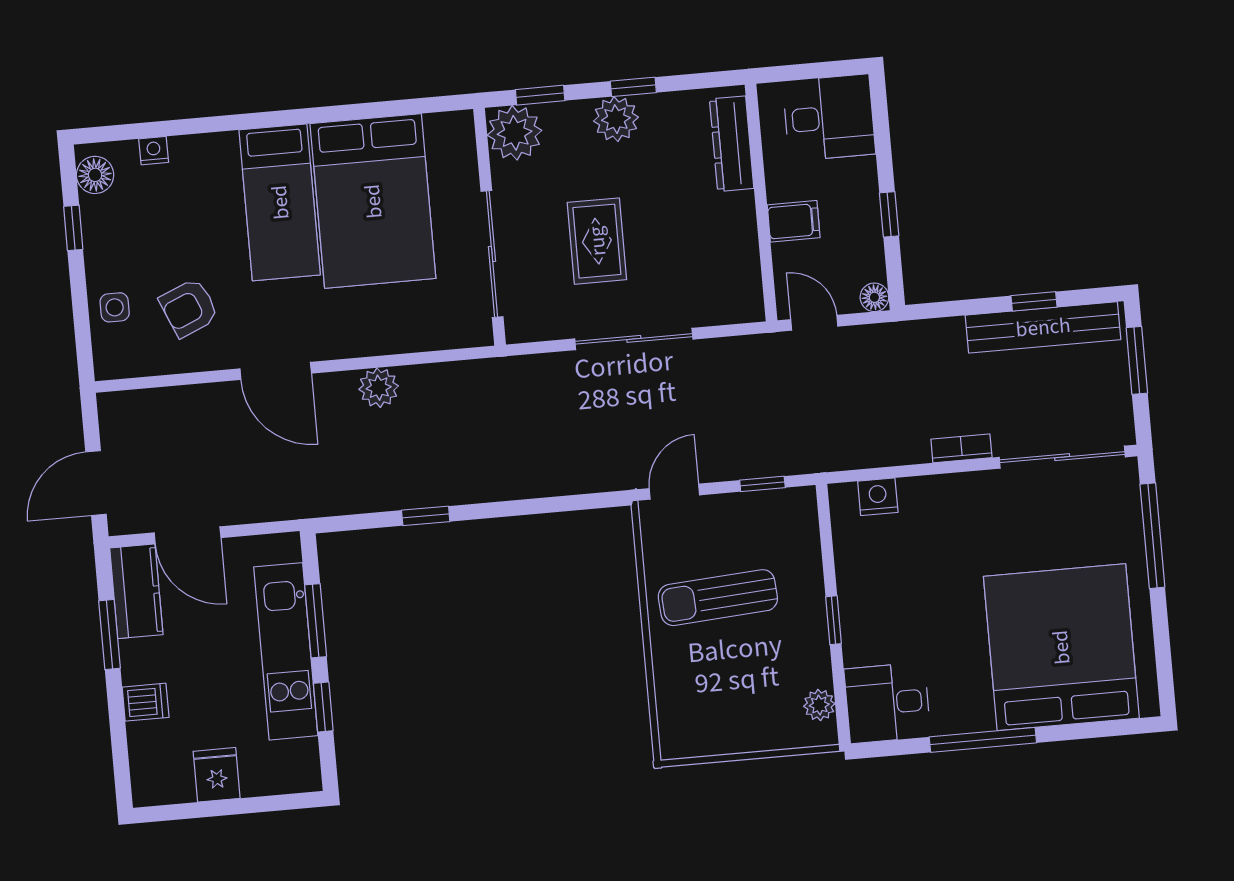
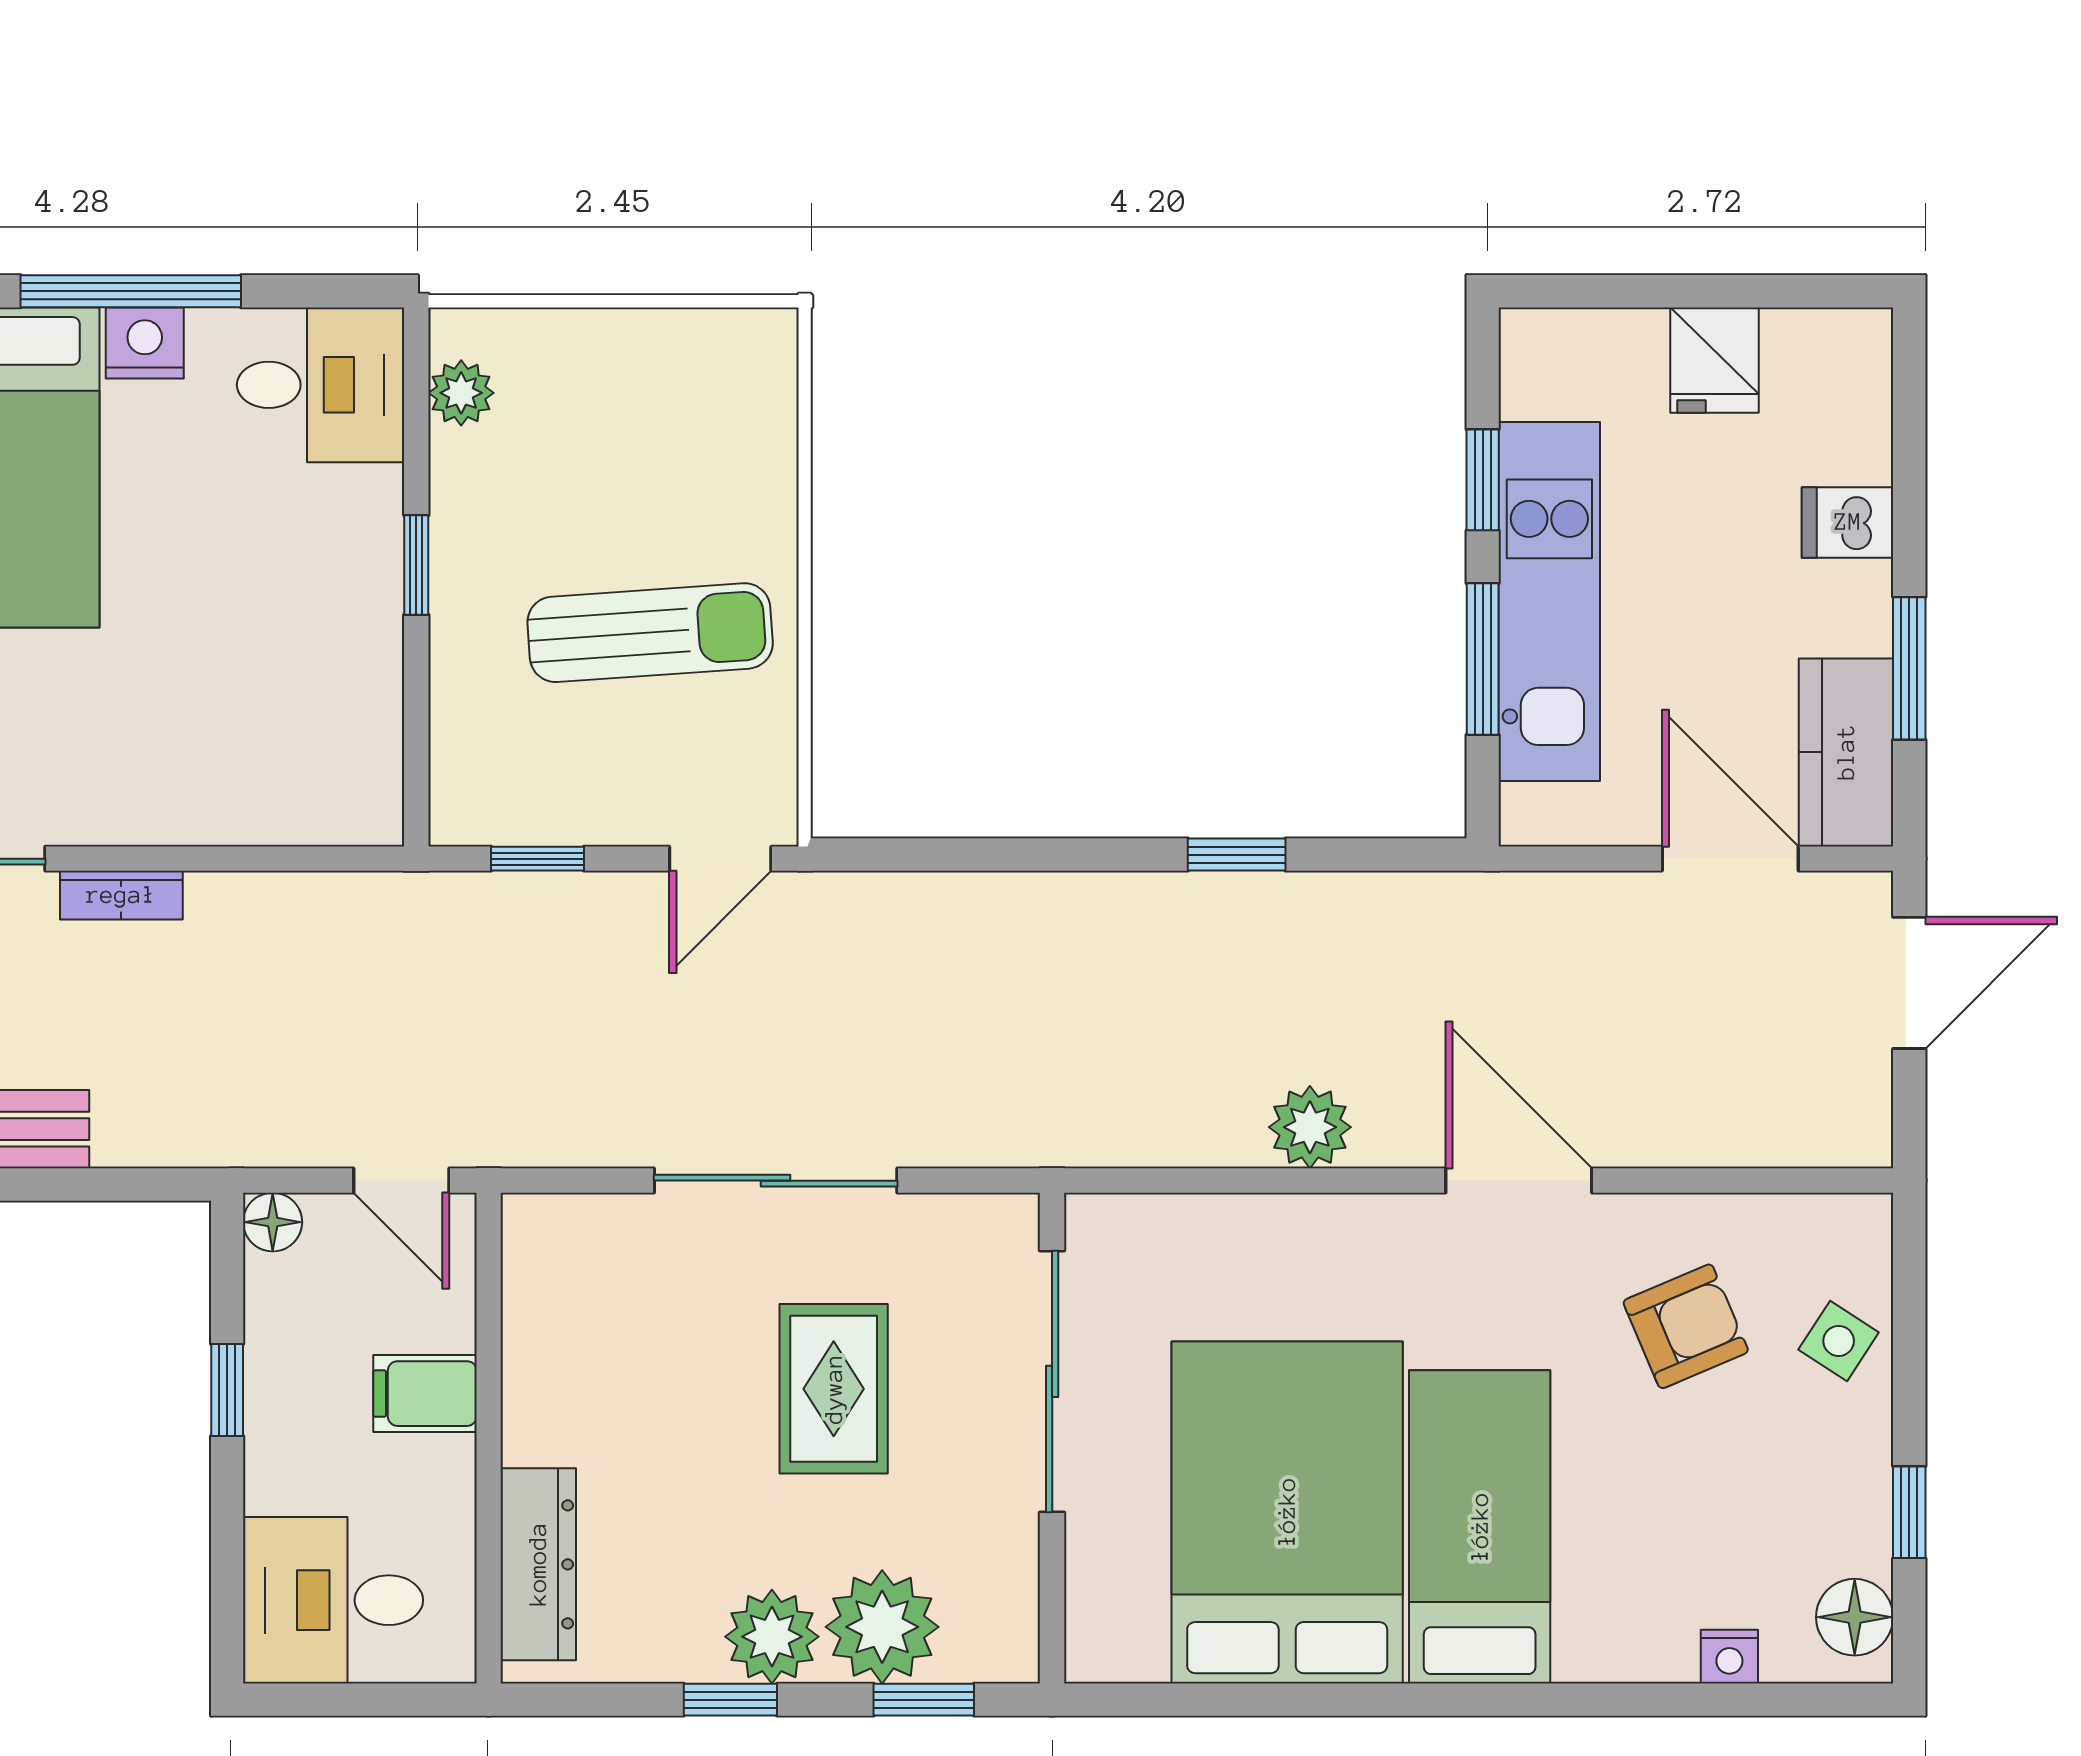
plant: (515, 133) -> (882, 1627), moved
side table: (115, 307) -> (1839, 1341), turned 33
nightstand: (878, 497) -> (145, 343), moved, turned 180

